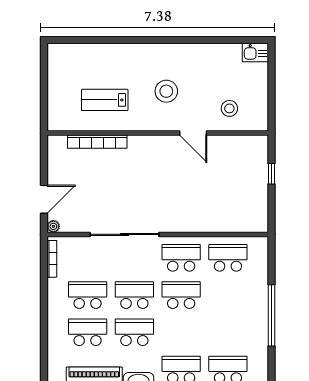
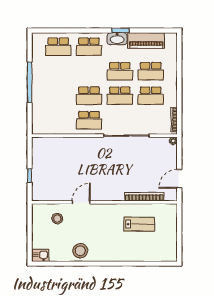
stool: (166, 91) -> (80, 251), moved
door: (193, 133) -> (81, 202), hinge flipped
door: (44, 199) -> (179, 179), moved
school desk: (228, 258) -> (58, 120), removed

